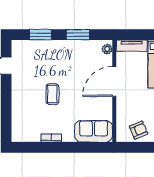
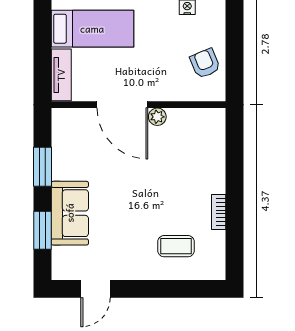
plant: (107, 49) -> (157, 117), moved
coffee table: (52, 94) -> (176, 246), moved
sofa: (94, 131) -> (70, 213), moved, turned 180

